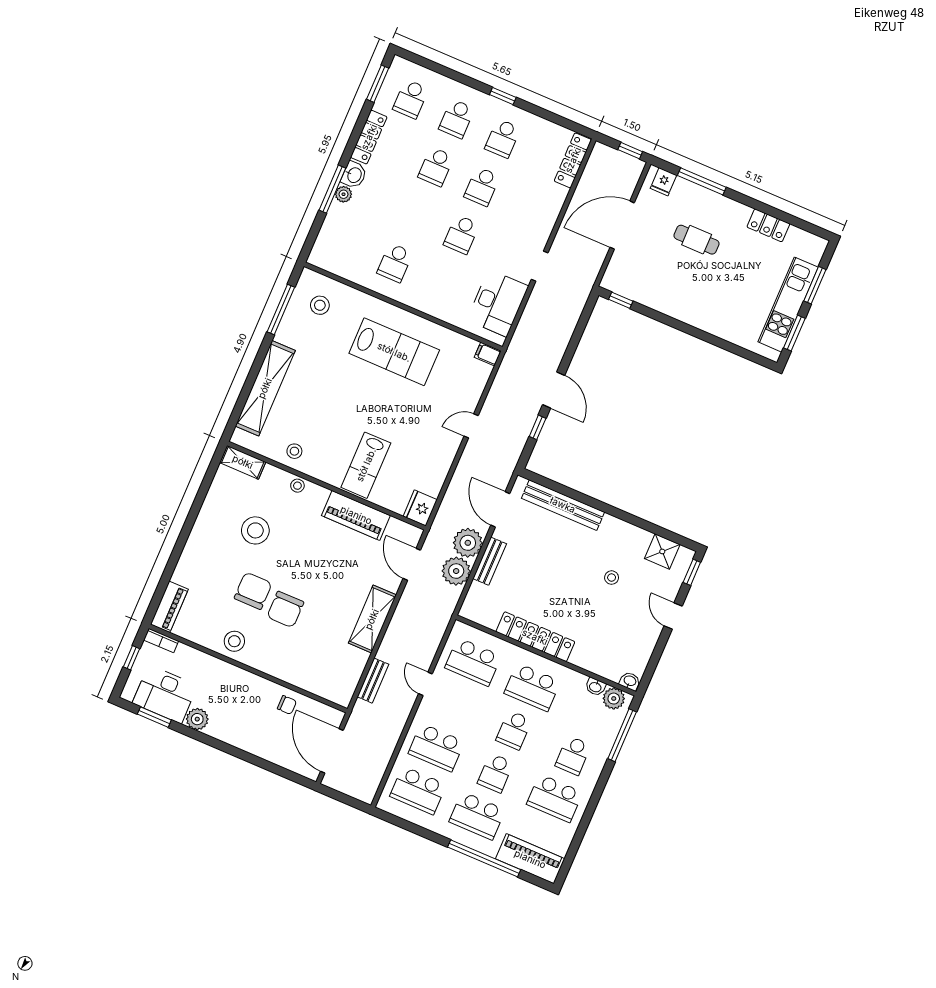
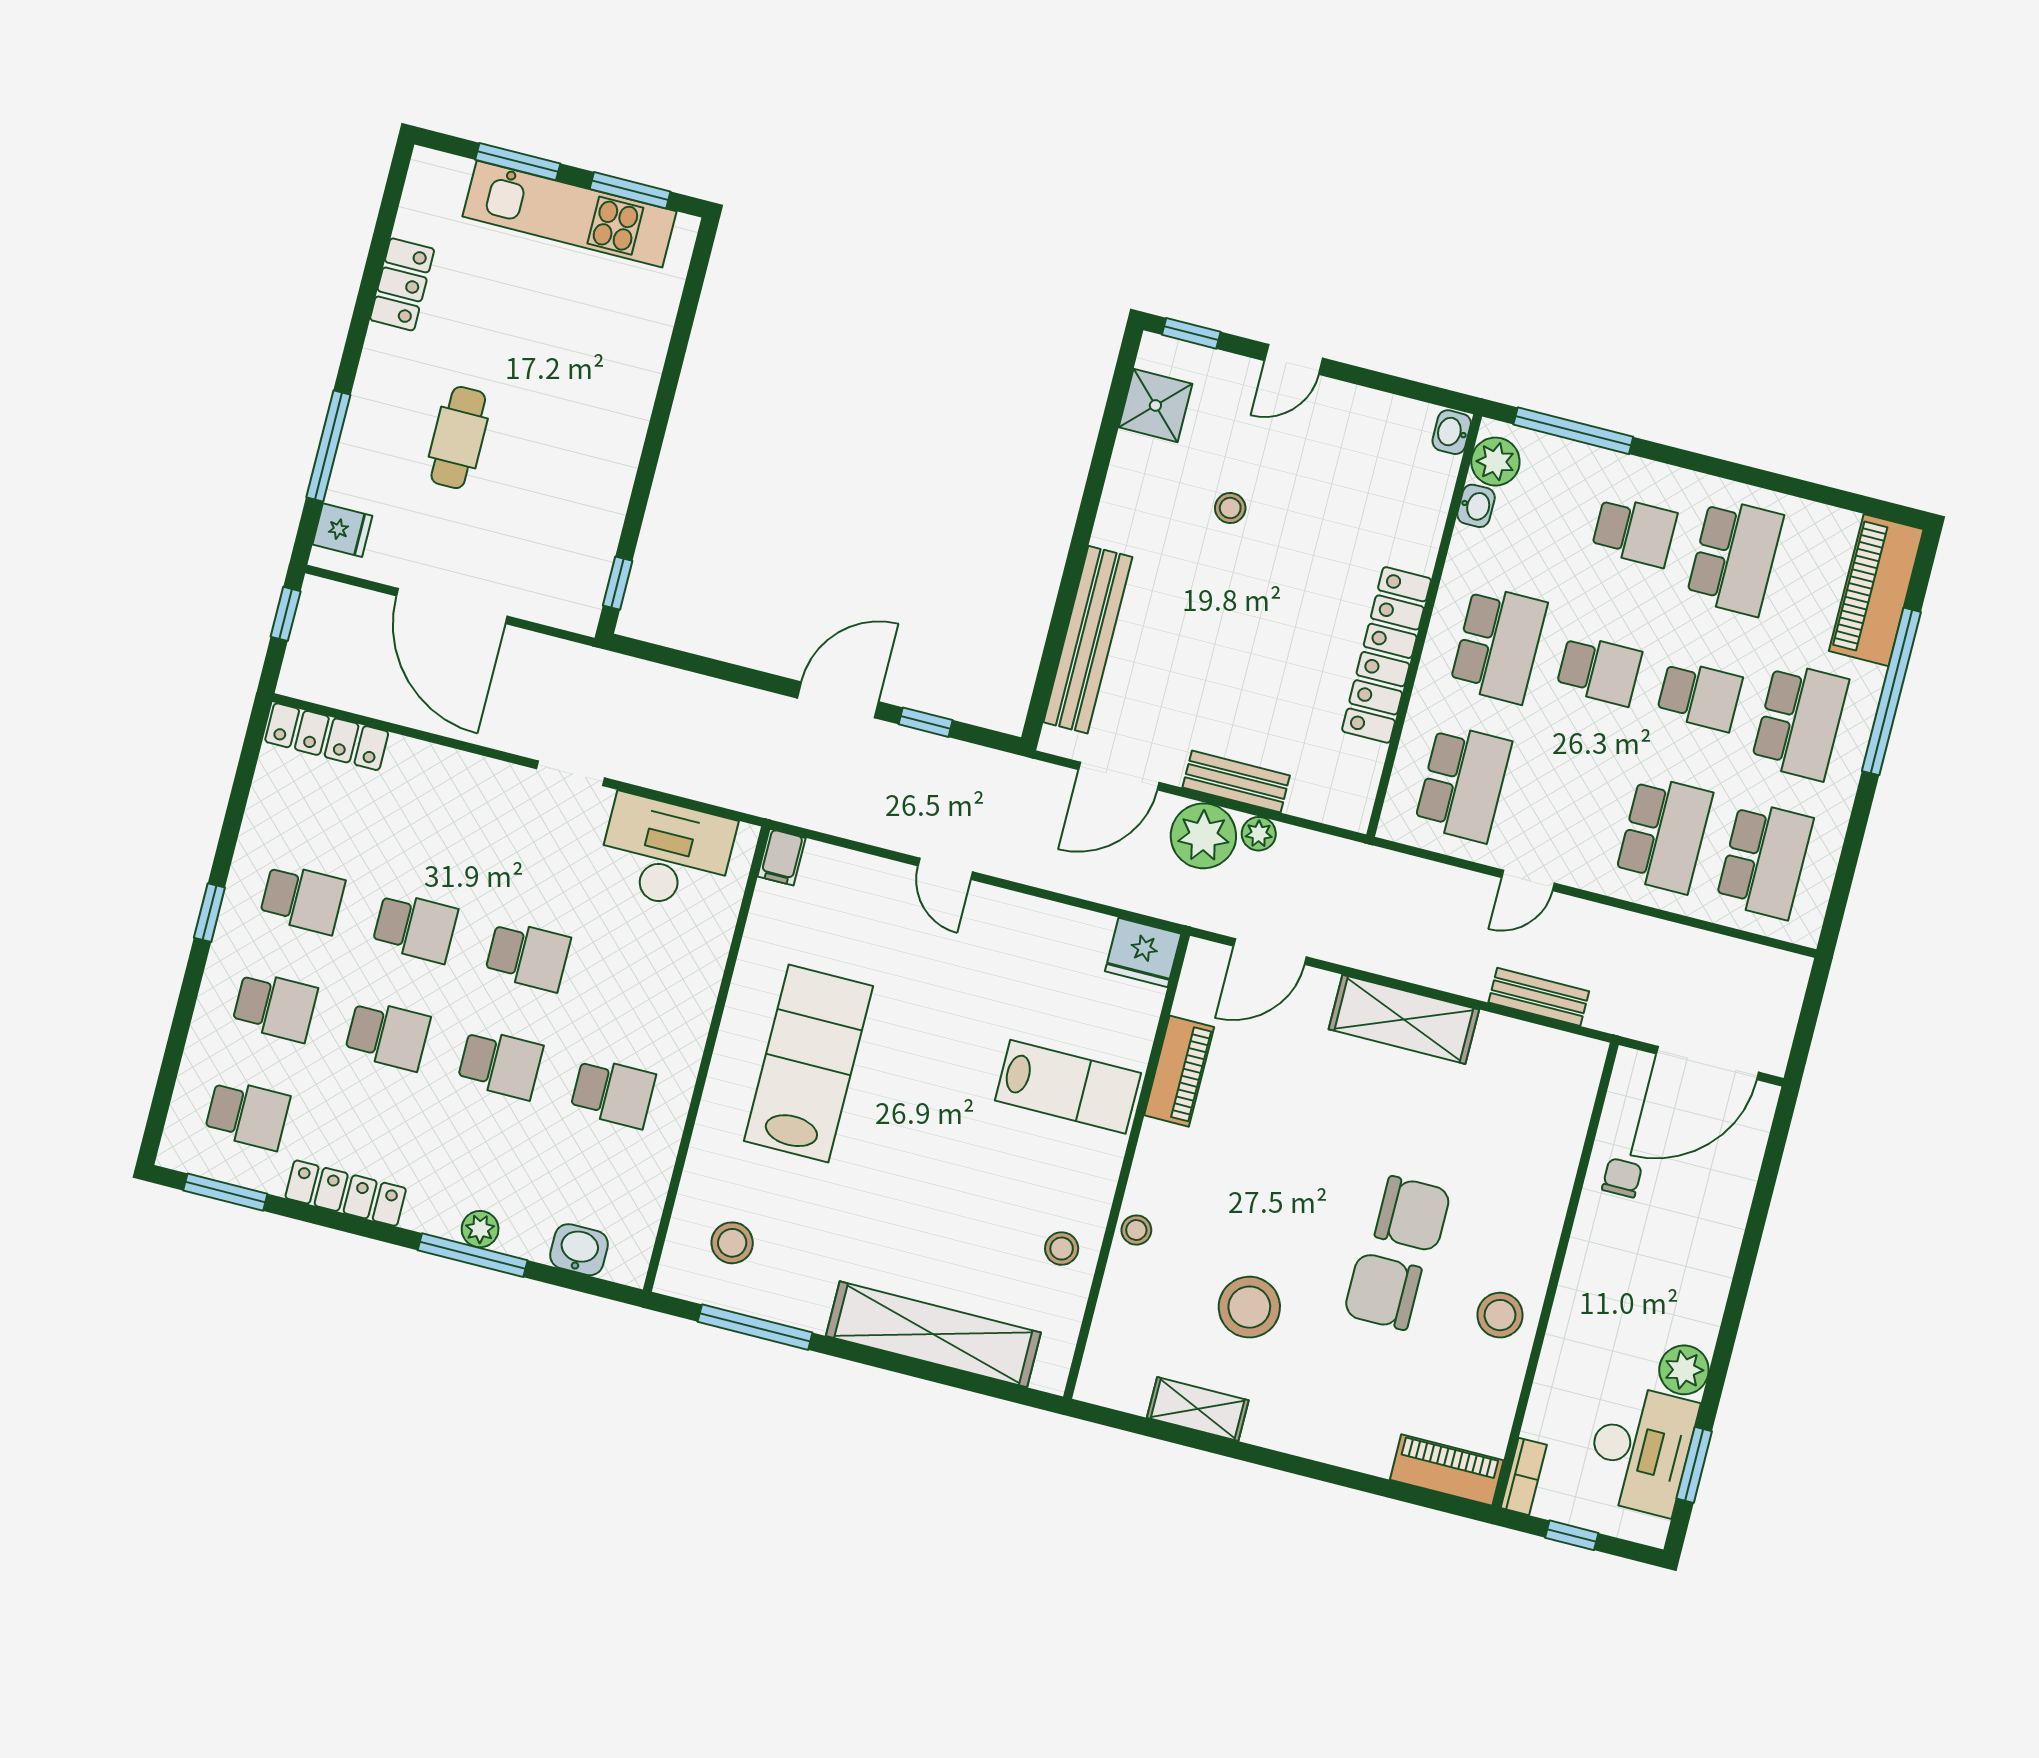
washbasin: (354, 175) -> (579, 1250), moved
school desk: (415, 215) -> (500, 1064), added
shelving: (243, 462) -> (1198, 1409), moved, turned 90
piano: (356, 515) -> (1179, 1071), width x0.73, depth x0.75
plant: (456, 571) -> (1259, 834), width x0.53, depth x0.53

